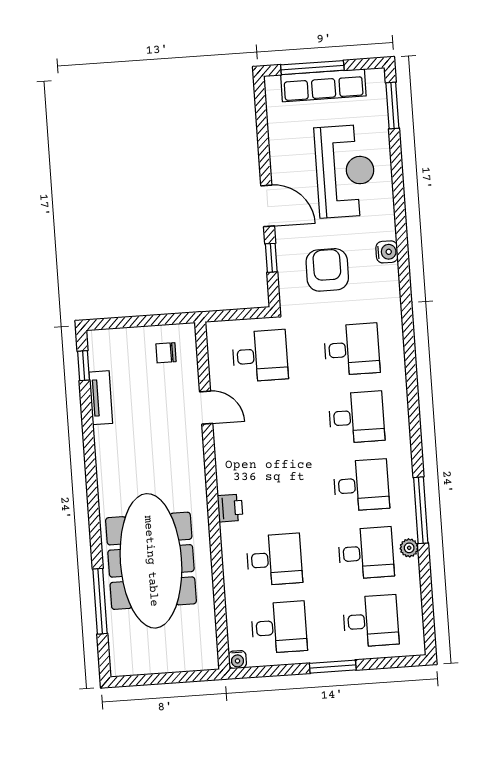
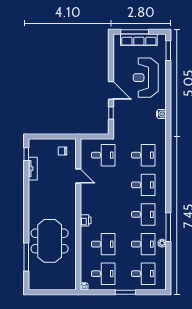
reception desk: (345, 171) -> (146, 78), turned 180
armchair: (327, 270) -> (135, 120), removed
meeting table: (151, 561) -> (50, 241), width x0.73

